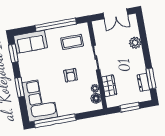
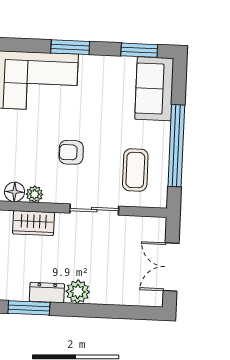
plant: (135, 43) -> (78, 292), moved
dresser: (143, 82) -> (47, 293), moved

